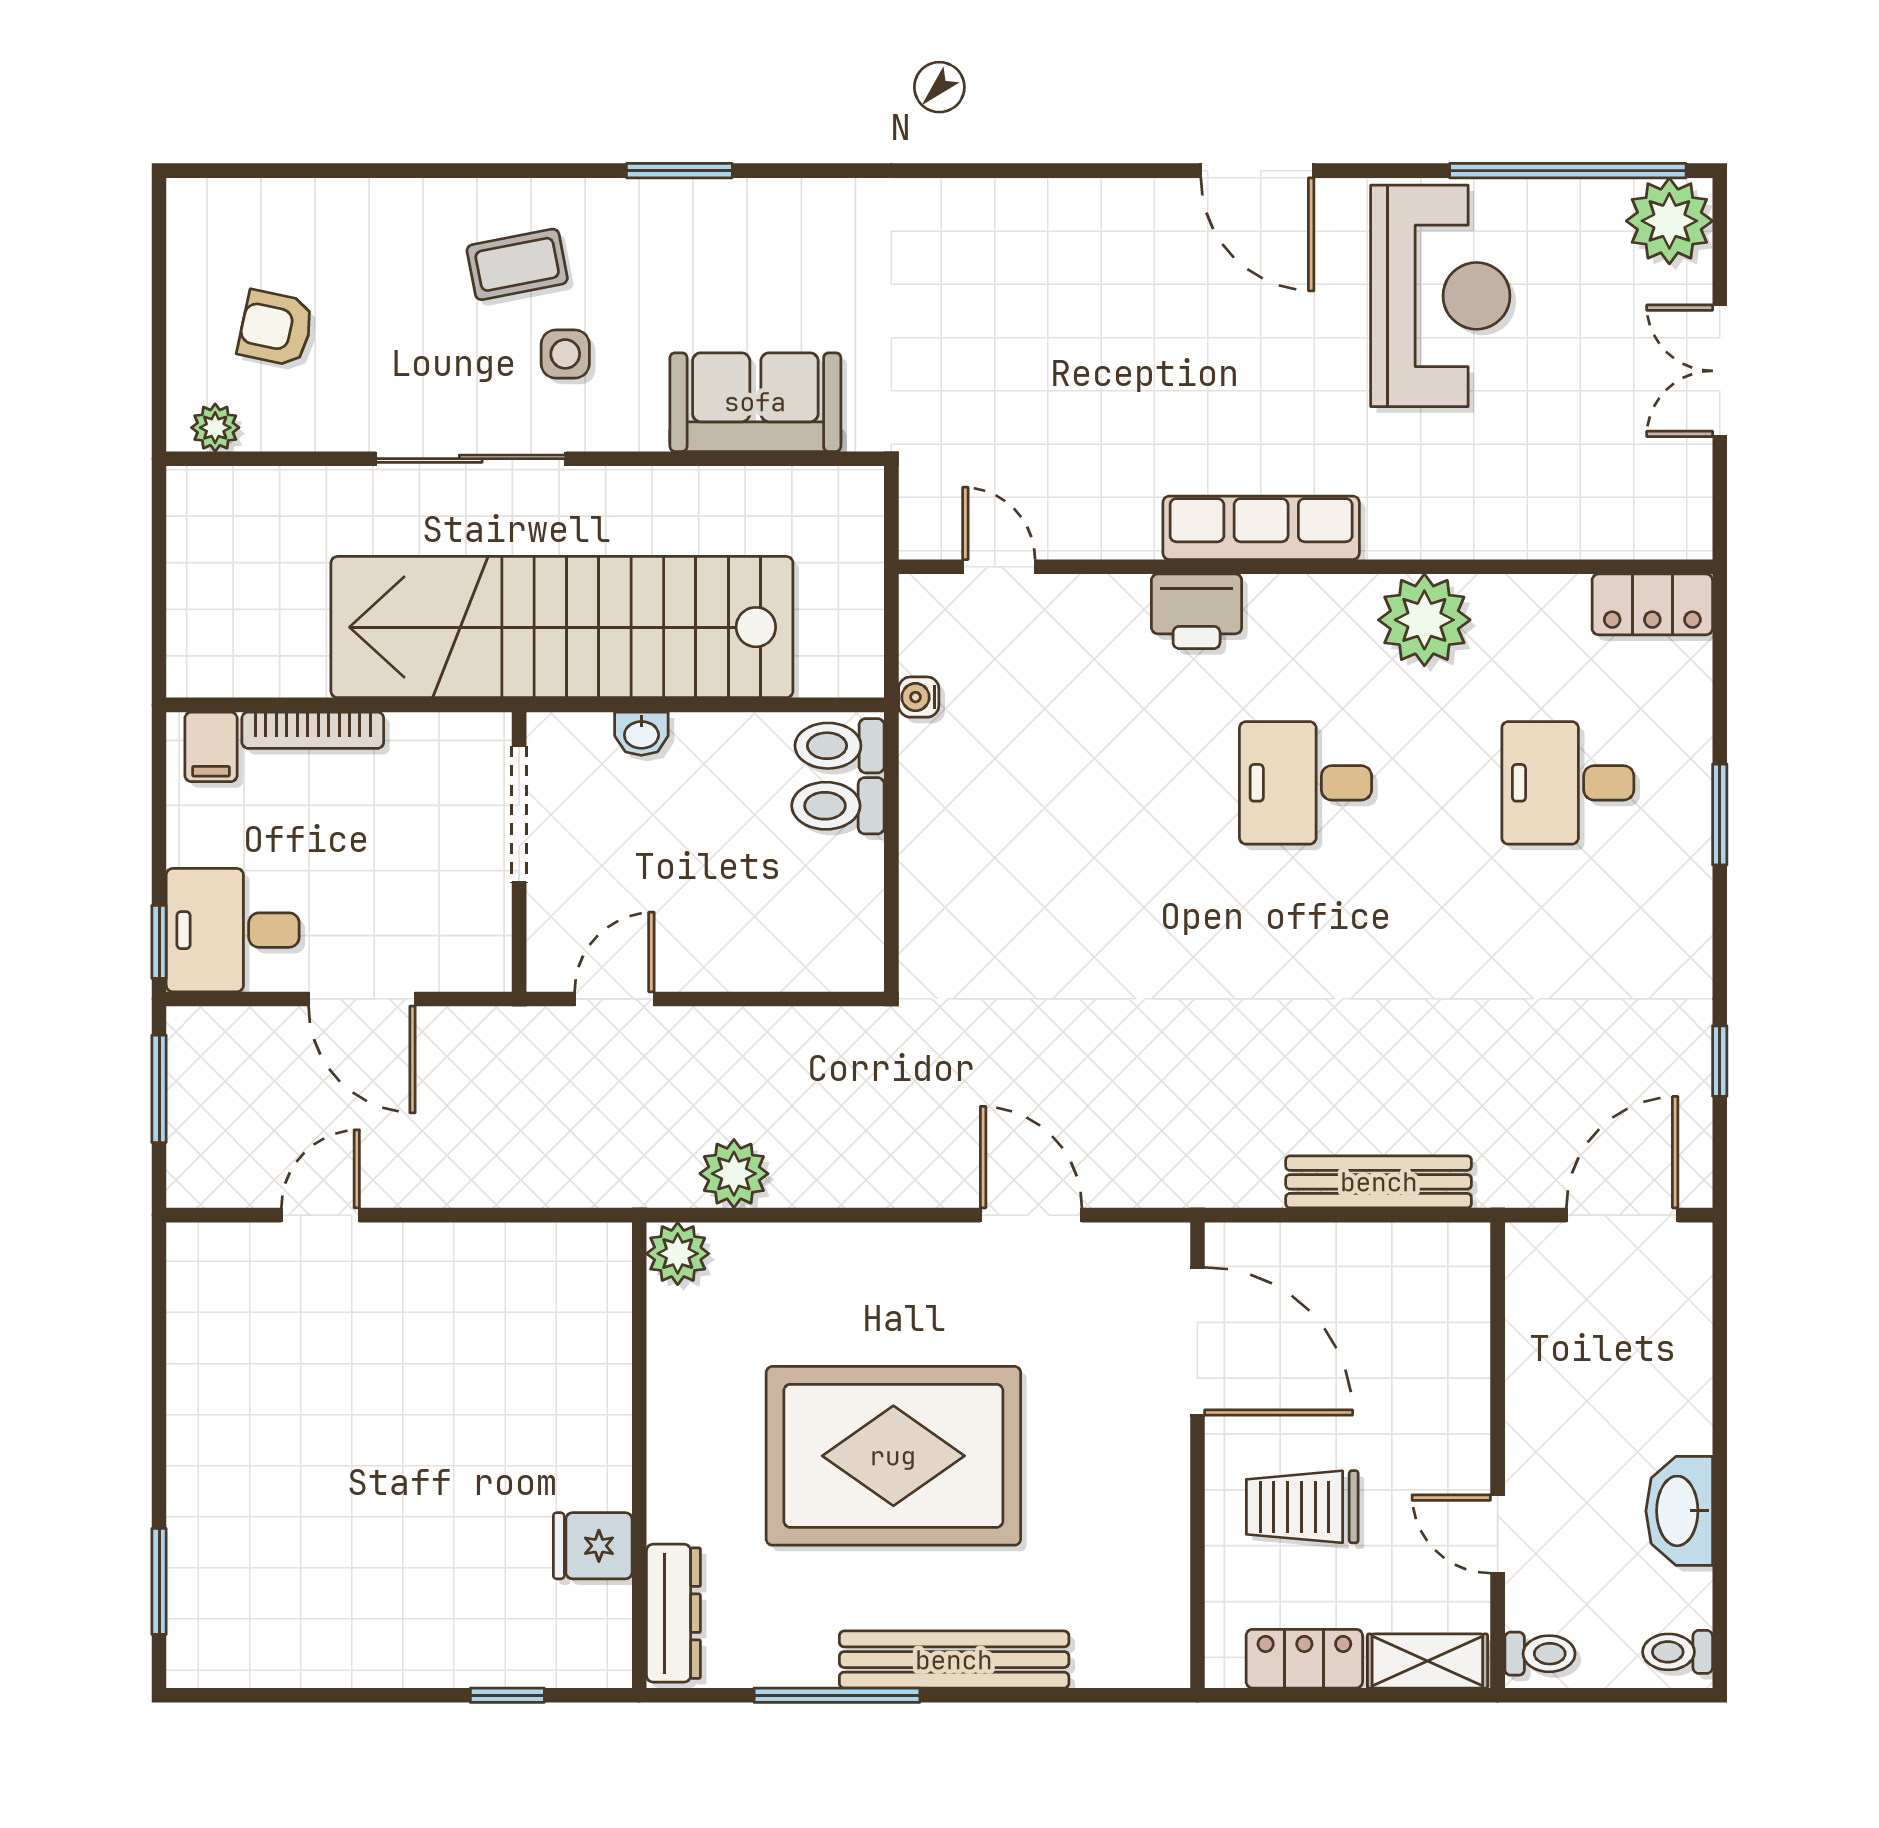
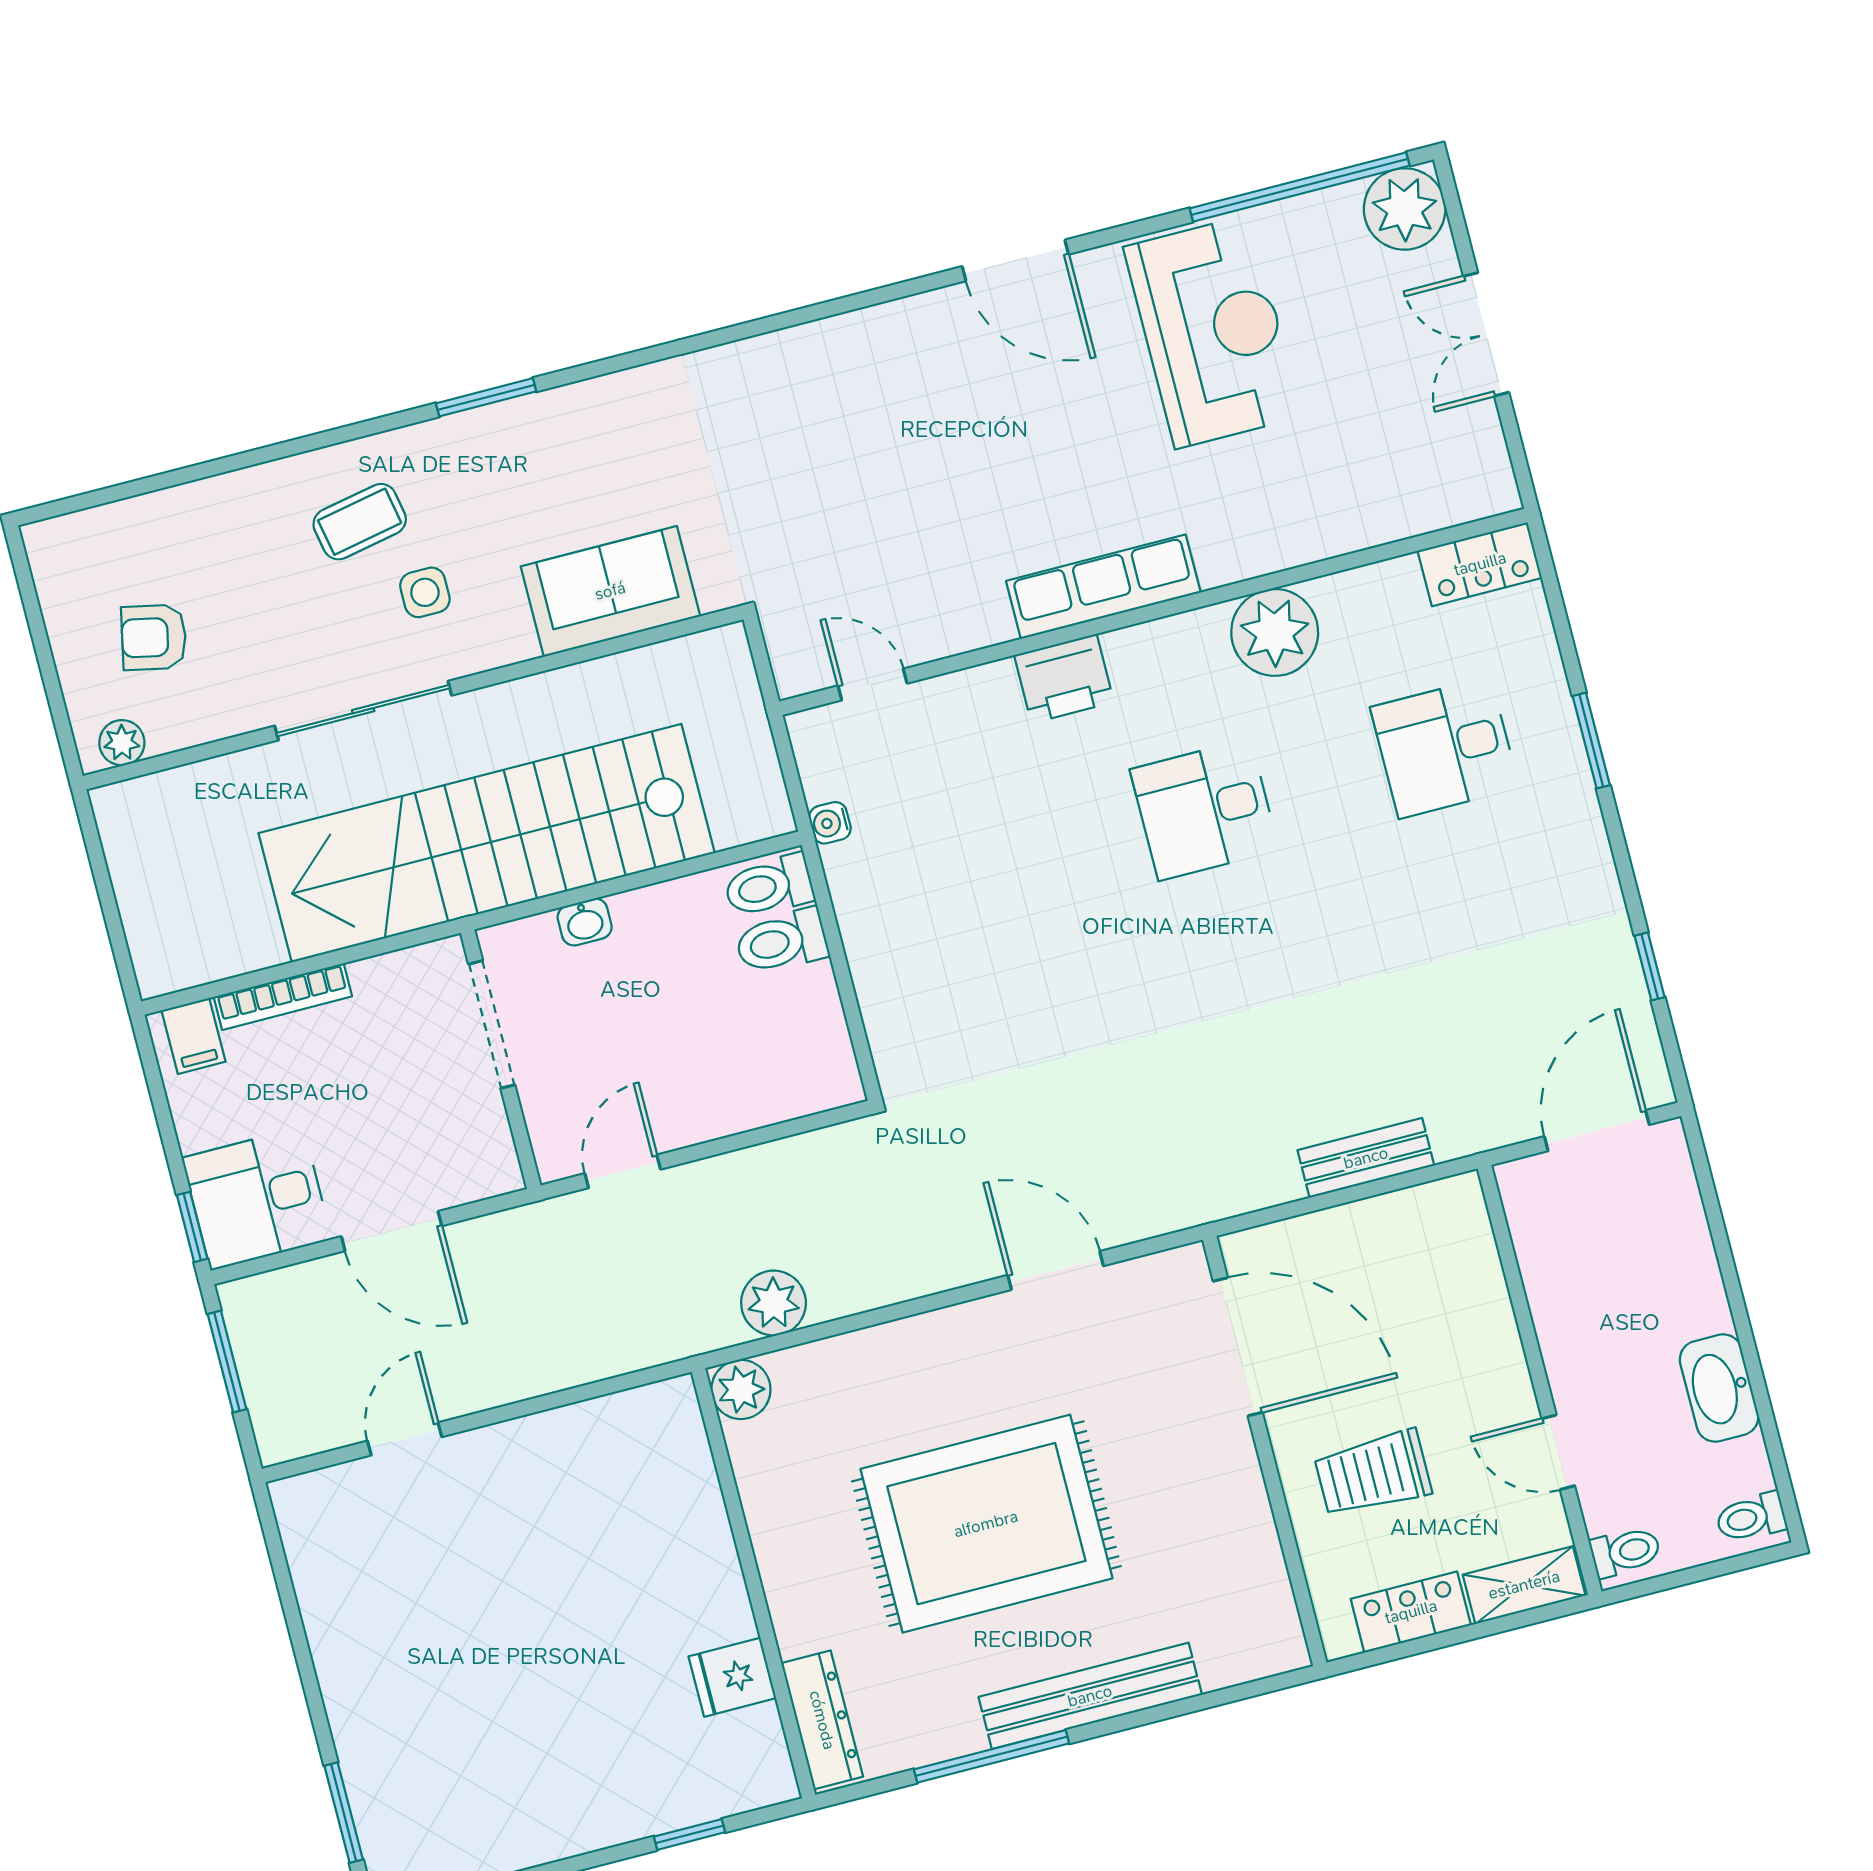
bench: (1379, 1182) -> (1366, 1158), width x0.73

